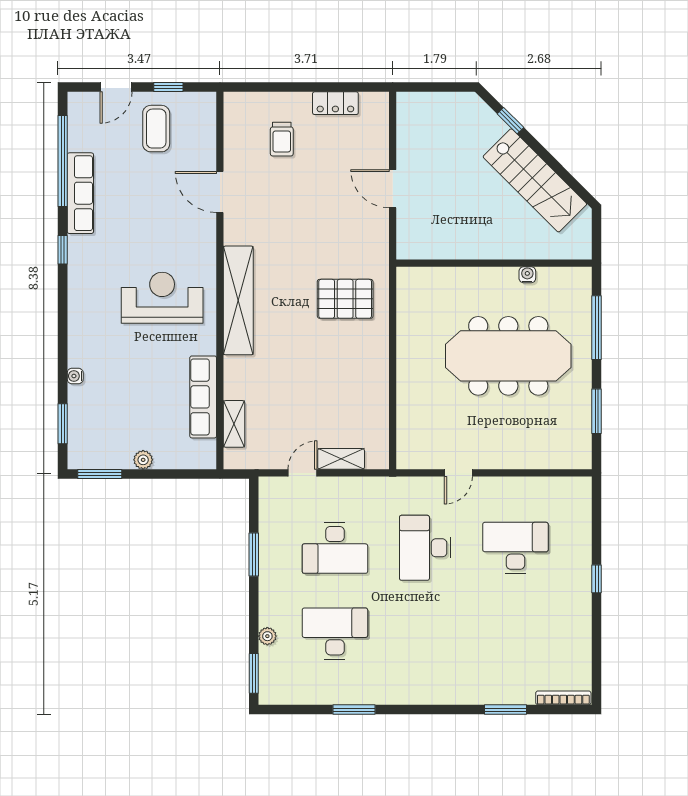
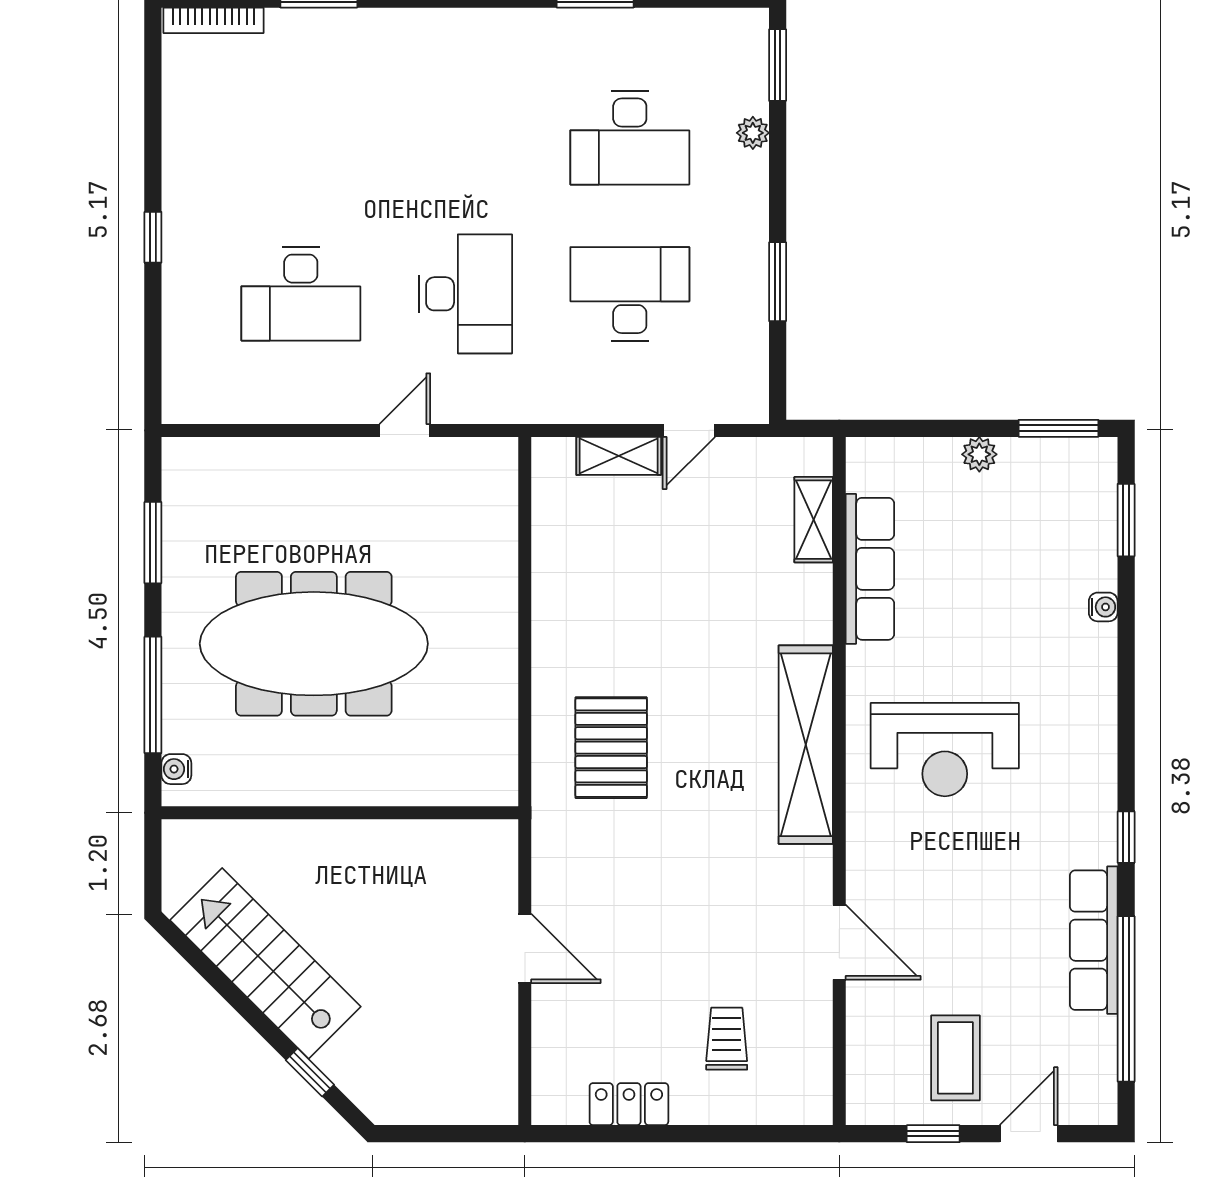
water cooler: (527, 275) -> (176, 769), moved, turned 90
pallet: (345, 299) -> (611, 748), turned 90

